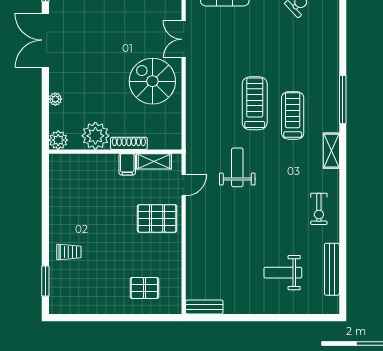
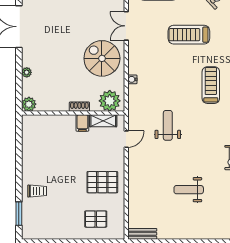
treadmill: (255, 103) -> (189, 35), moved, turned -90
water cooler: (192, 108) -> (132, 79), added
plant: (95, 136) -> (110, 101), moved
shoe rack: (129, 143) -> (79, 107), width x0.70
pallet: (157, 218) -> (102, 182), moved
weight bench: (283, 273) -> (189, 190), moved

